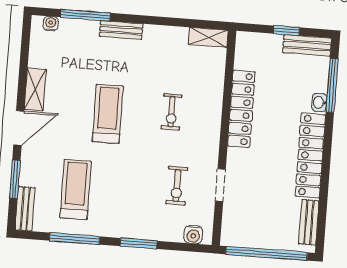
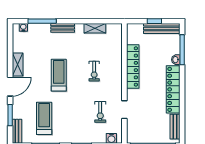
shelving: (208, 37) -> (95, 28), moved
bench: (307, 45) -> (162, 28), width x1.36

